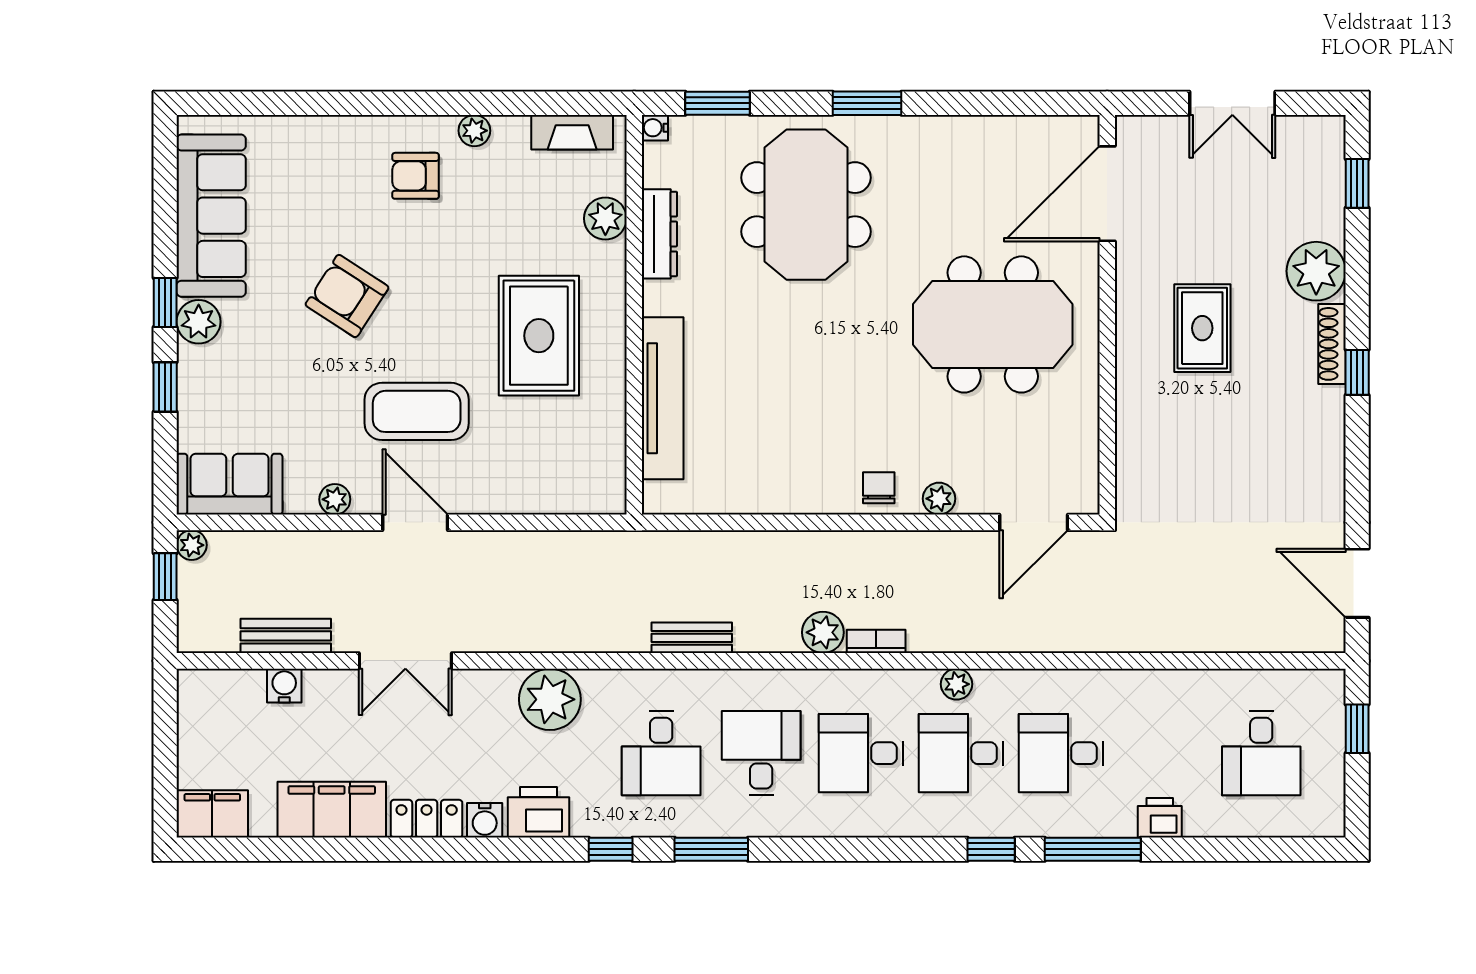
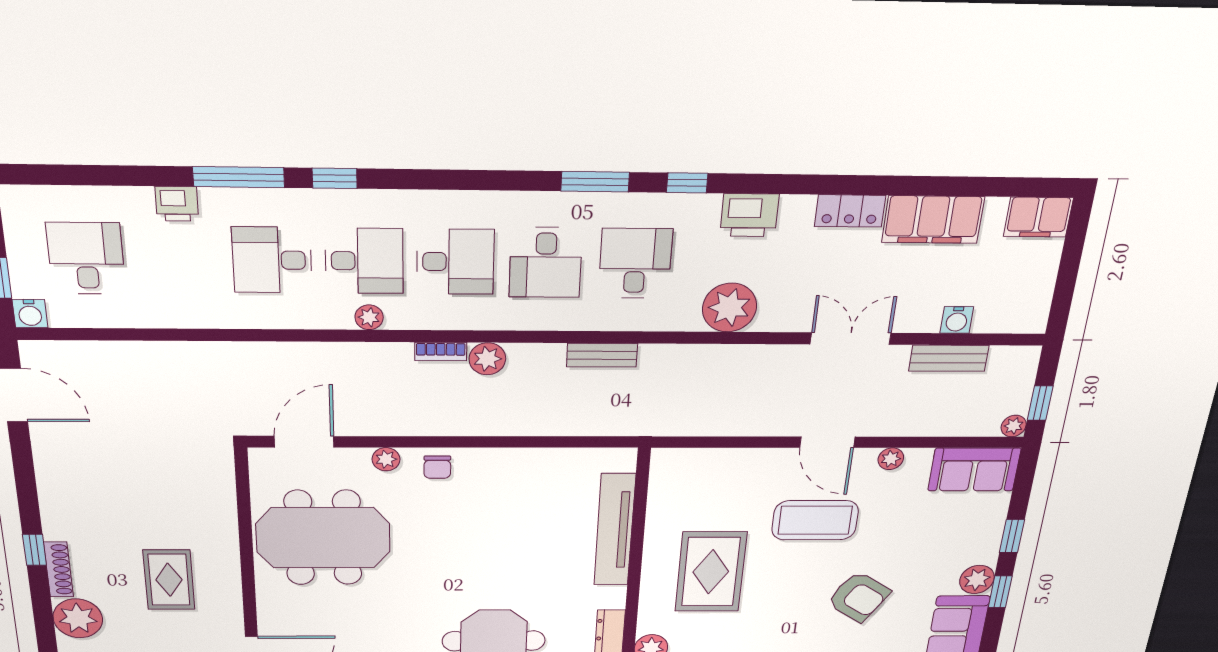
meeting table: (993, 324) -> (323, 538), moved
desk: (1061, 753) -> (272, 260), turned 180
water cooler: (485, 820) -> (30, 314), moved, turned 180

